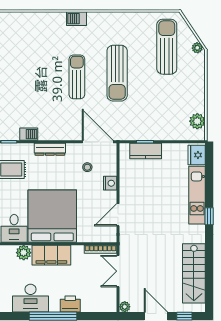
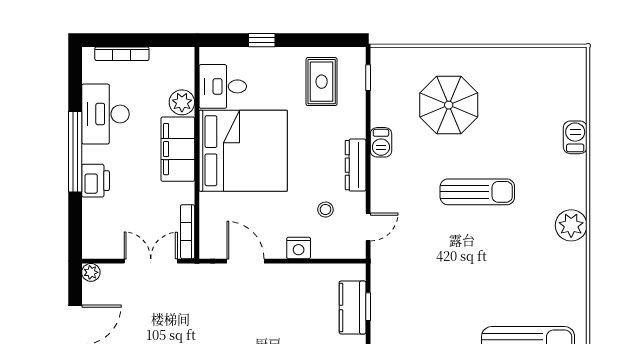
barbecue: (76, 19) -> (575, 137), moved
plant: (97, 21) -> (571, 225), added
sun lounger: (117, 73) -> (484, 259), removed
parasol: (25, 94) -> (449, 105), added
barbecue: (29, 134) -> (381, 142), moved
door: (98, 142) -> (368, 227), width x0.53
dresser: (50, 149) -> (356, 165), moved

